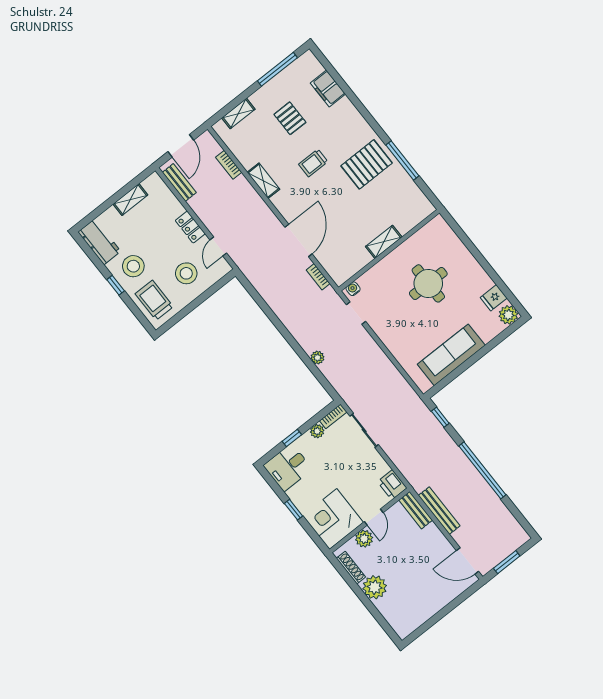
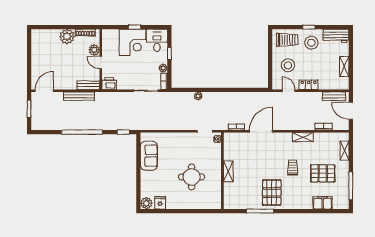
pallet: (290, 118) -> (323, 173), width x1.50, depth x1.42
door: (299, 241) -> (261, 131), swing flipped
sofa: (451, 355) -> (149, 156), width x0.73
corner desk: (333, 519) -> (132, 42), moved, turned 90

